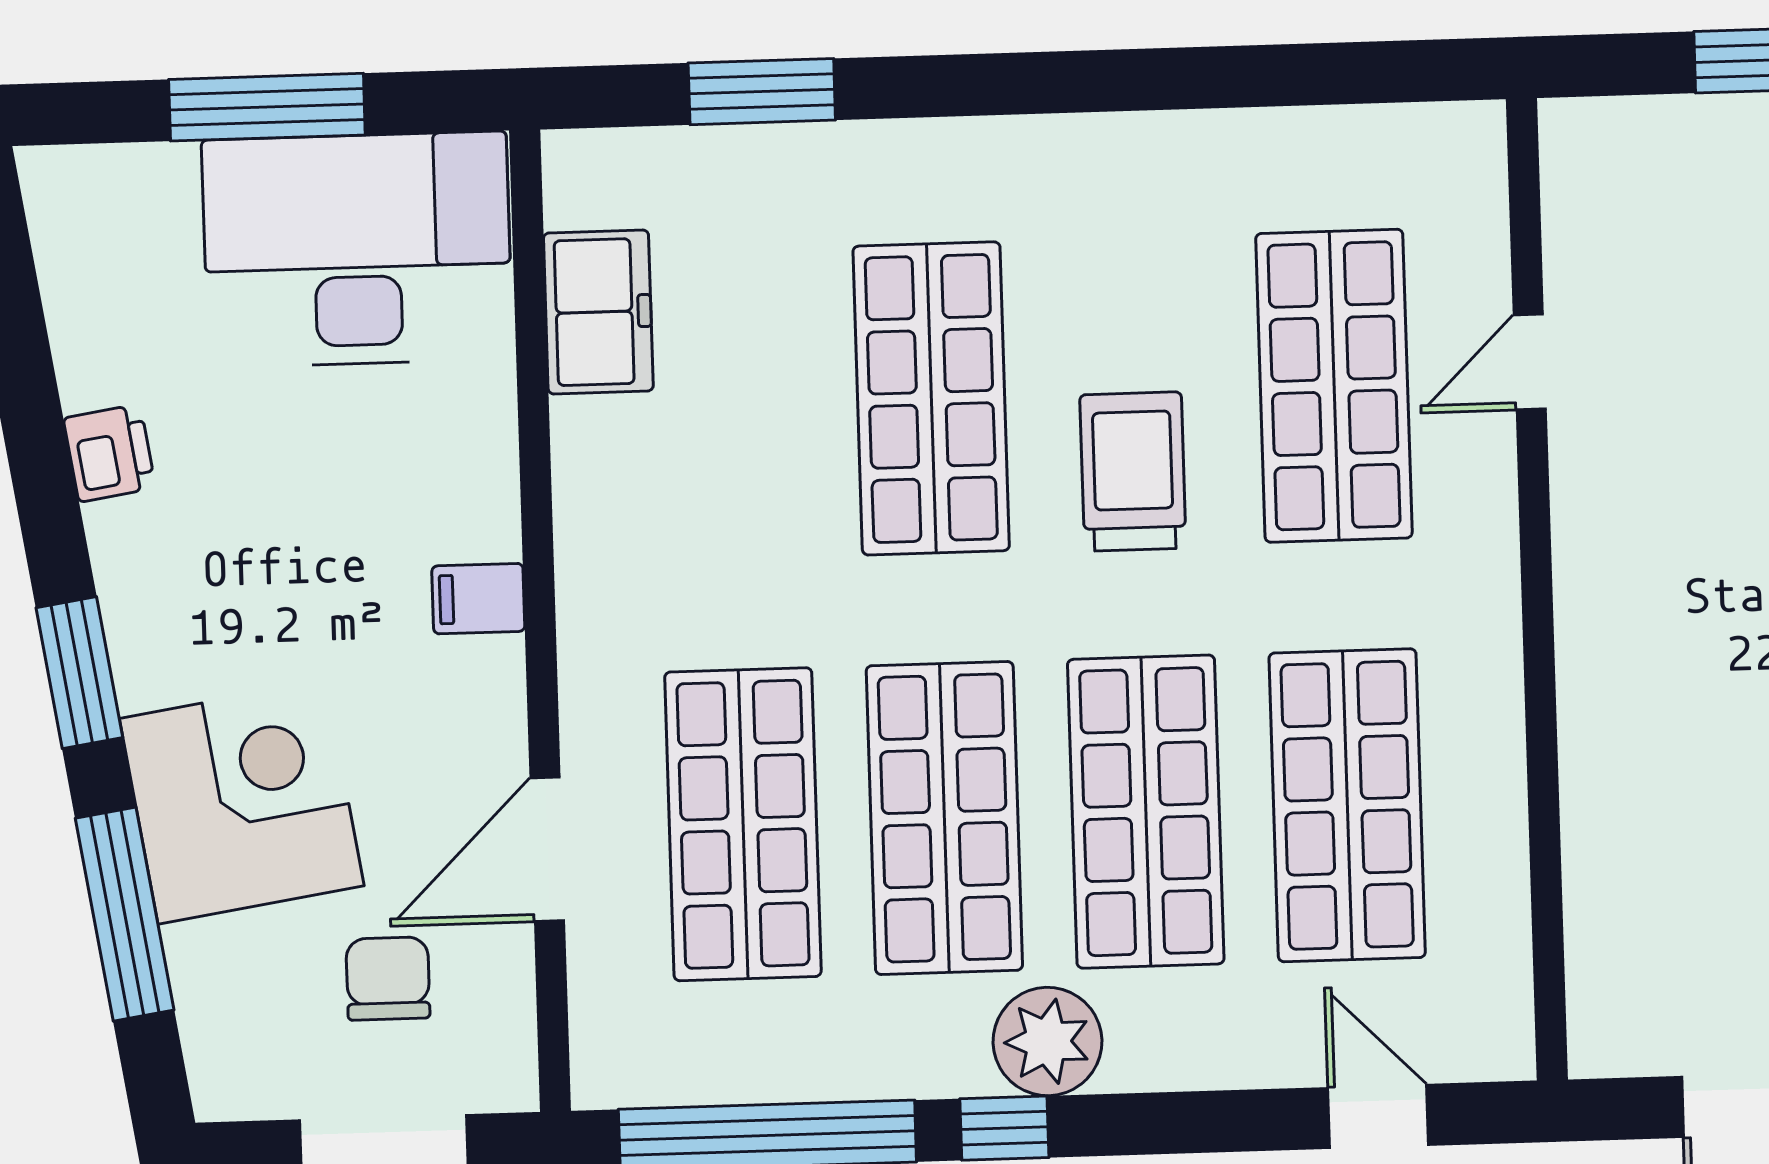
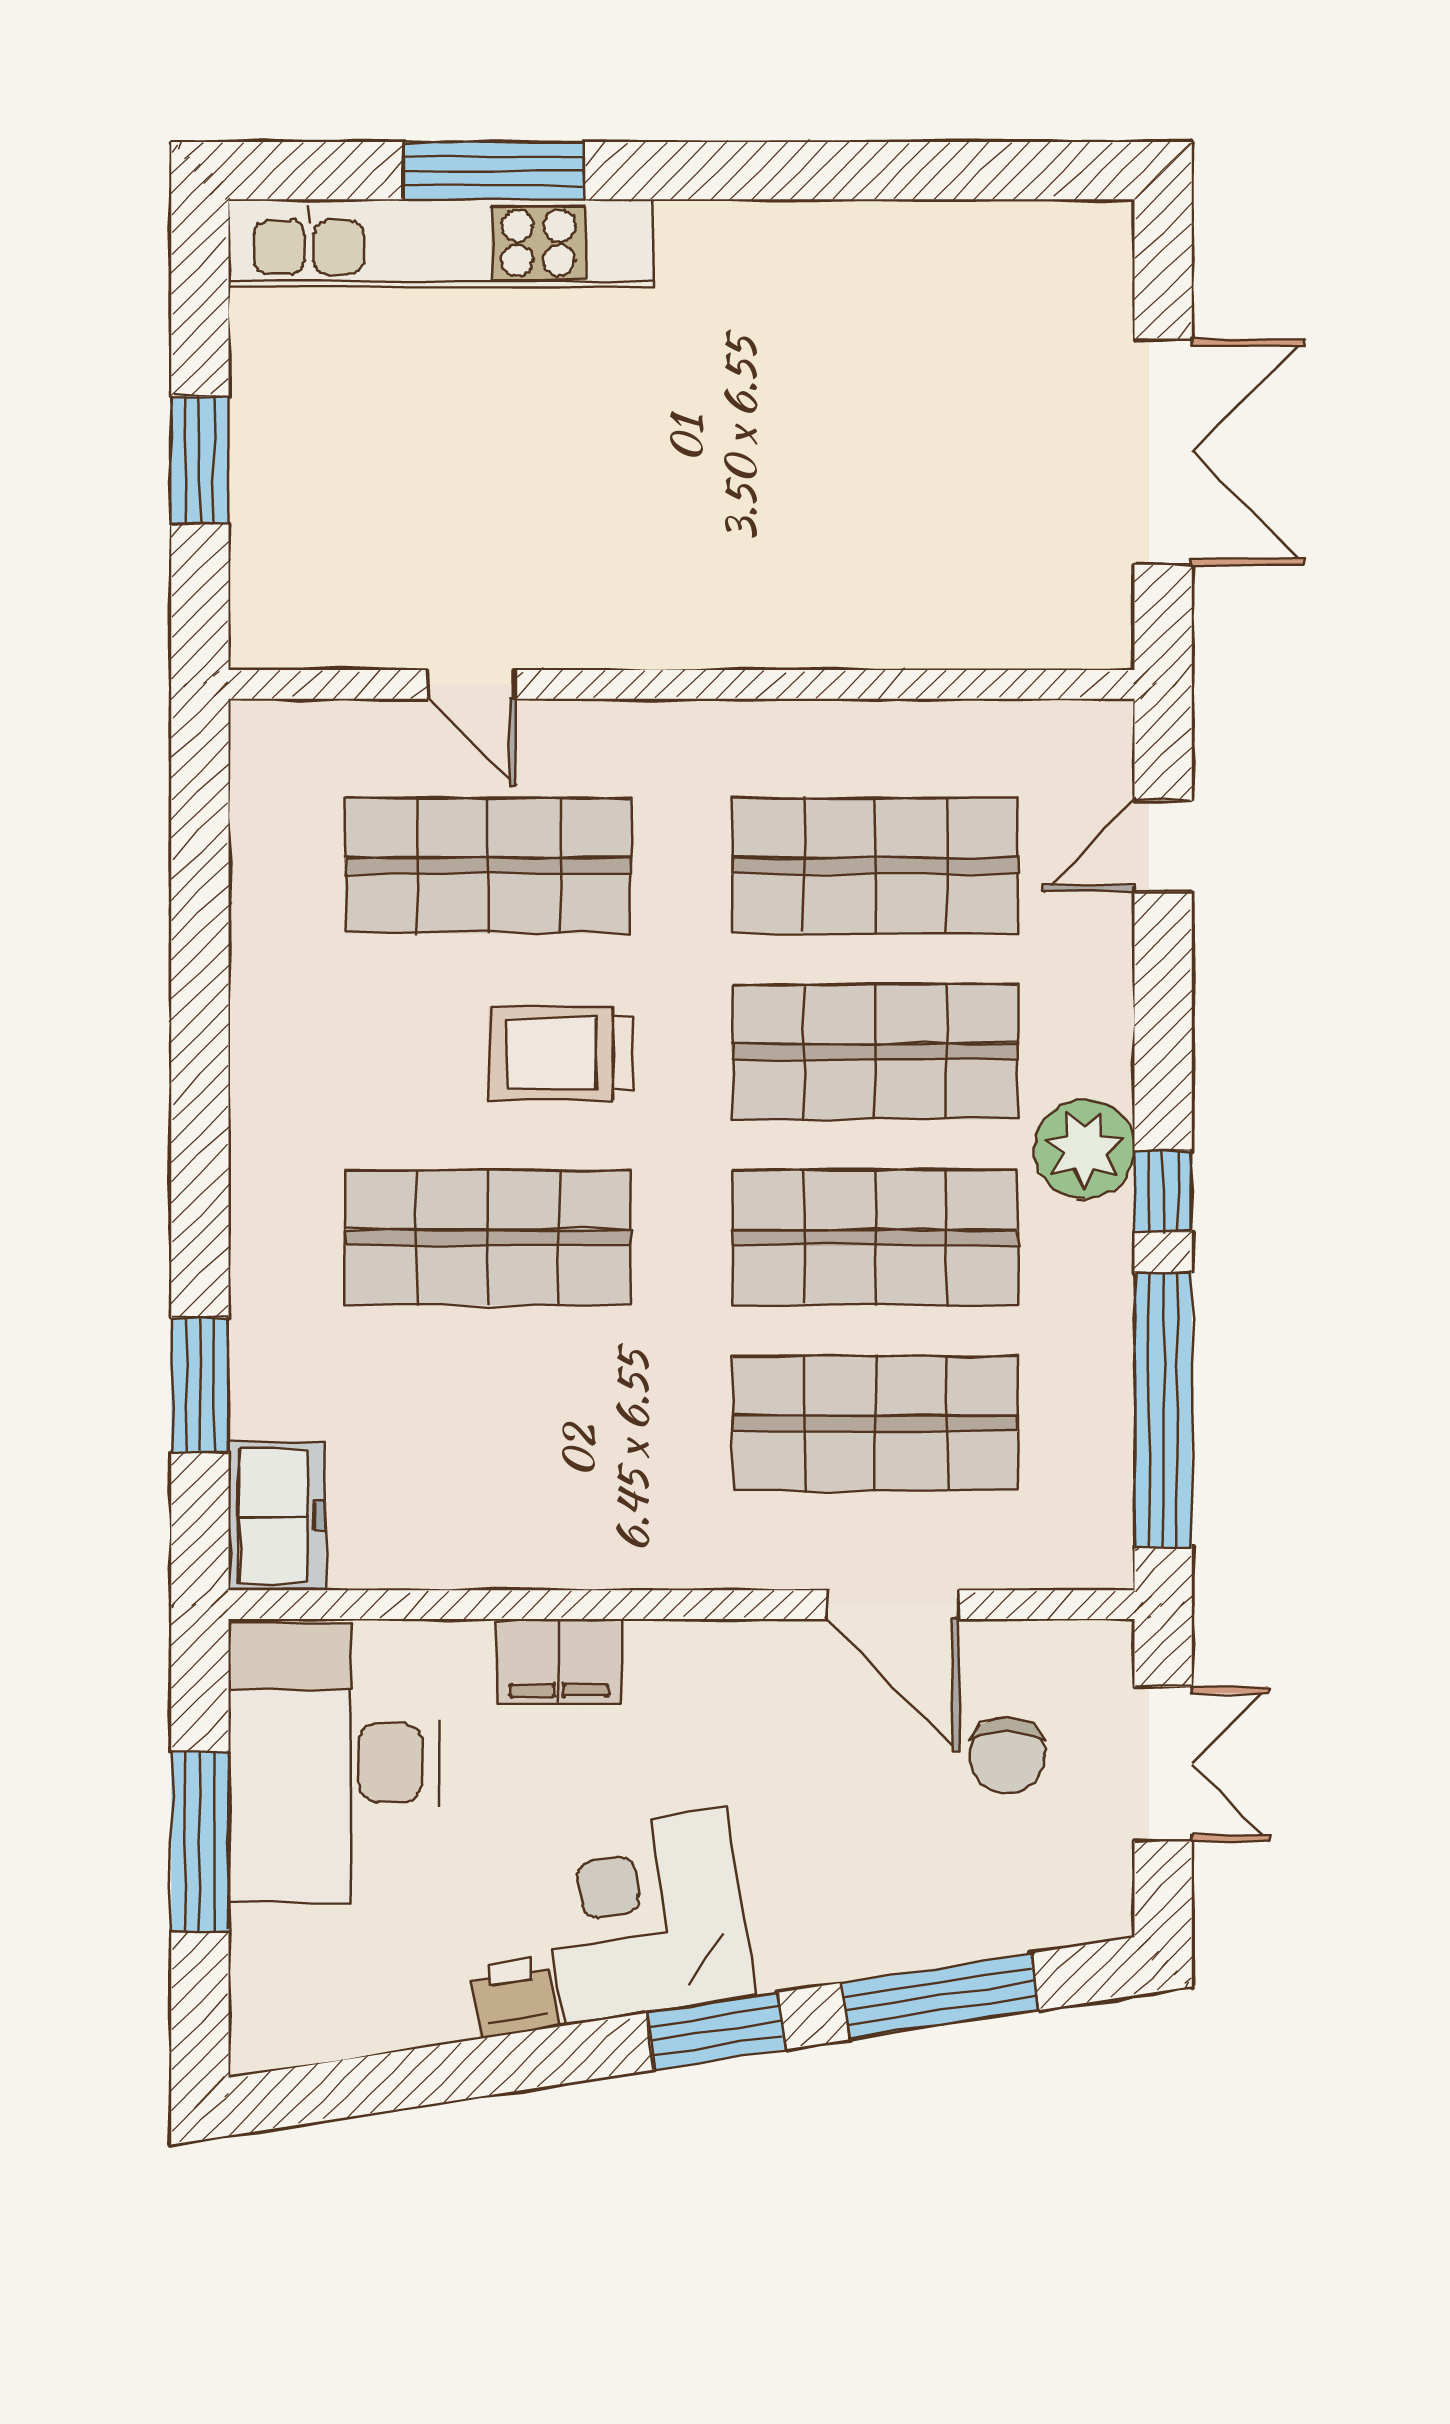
freezer: (598, 312) -> (277, 1516), moved, turned 90
filing cabinet: (478, 599) -> (559, 1661), moved, width x2.00
corner desk: (242, 802) -> (646, 1915), moved
chair: (388, 979) -> (1007, 1755), turned -90

